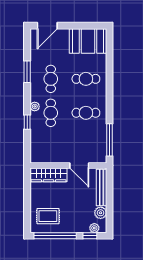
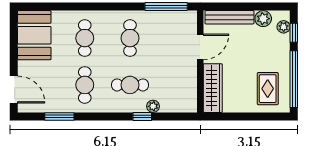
window: (27, 72) -> (59, 116), moved
cafe table: (51, 79) -> (85, 85), turned 90
plant: (35, 106) -> (153, 106), moved

